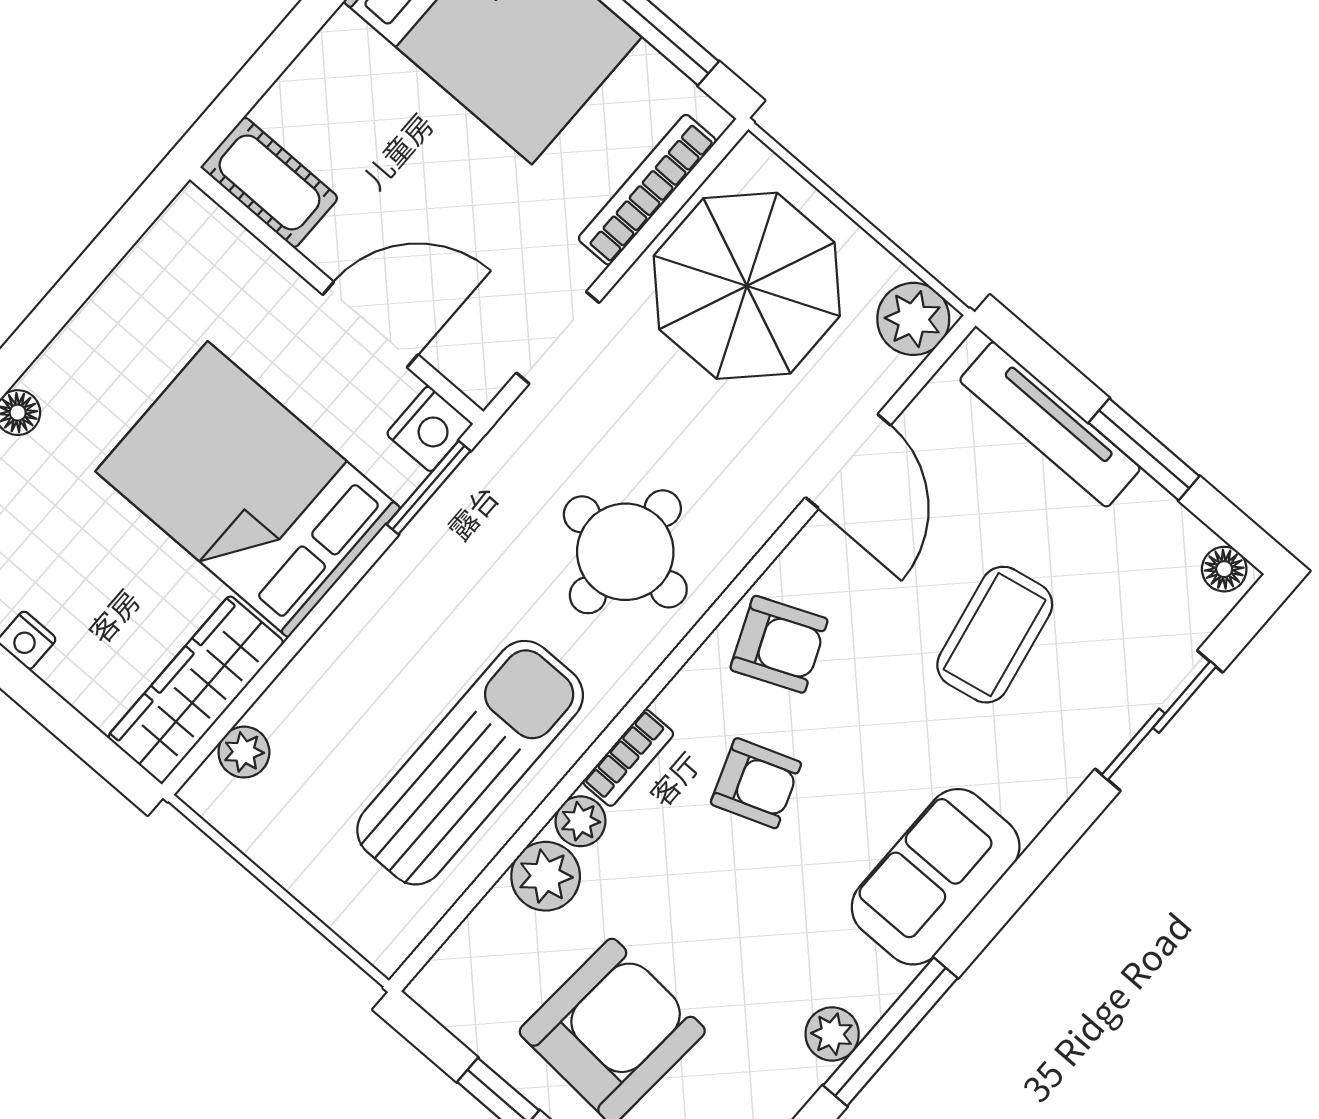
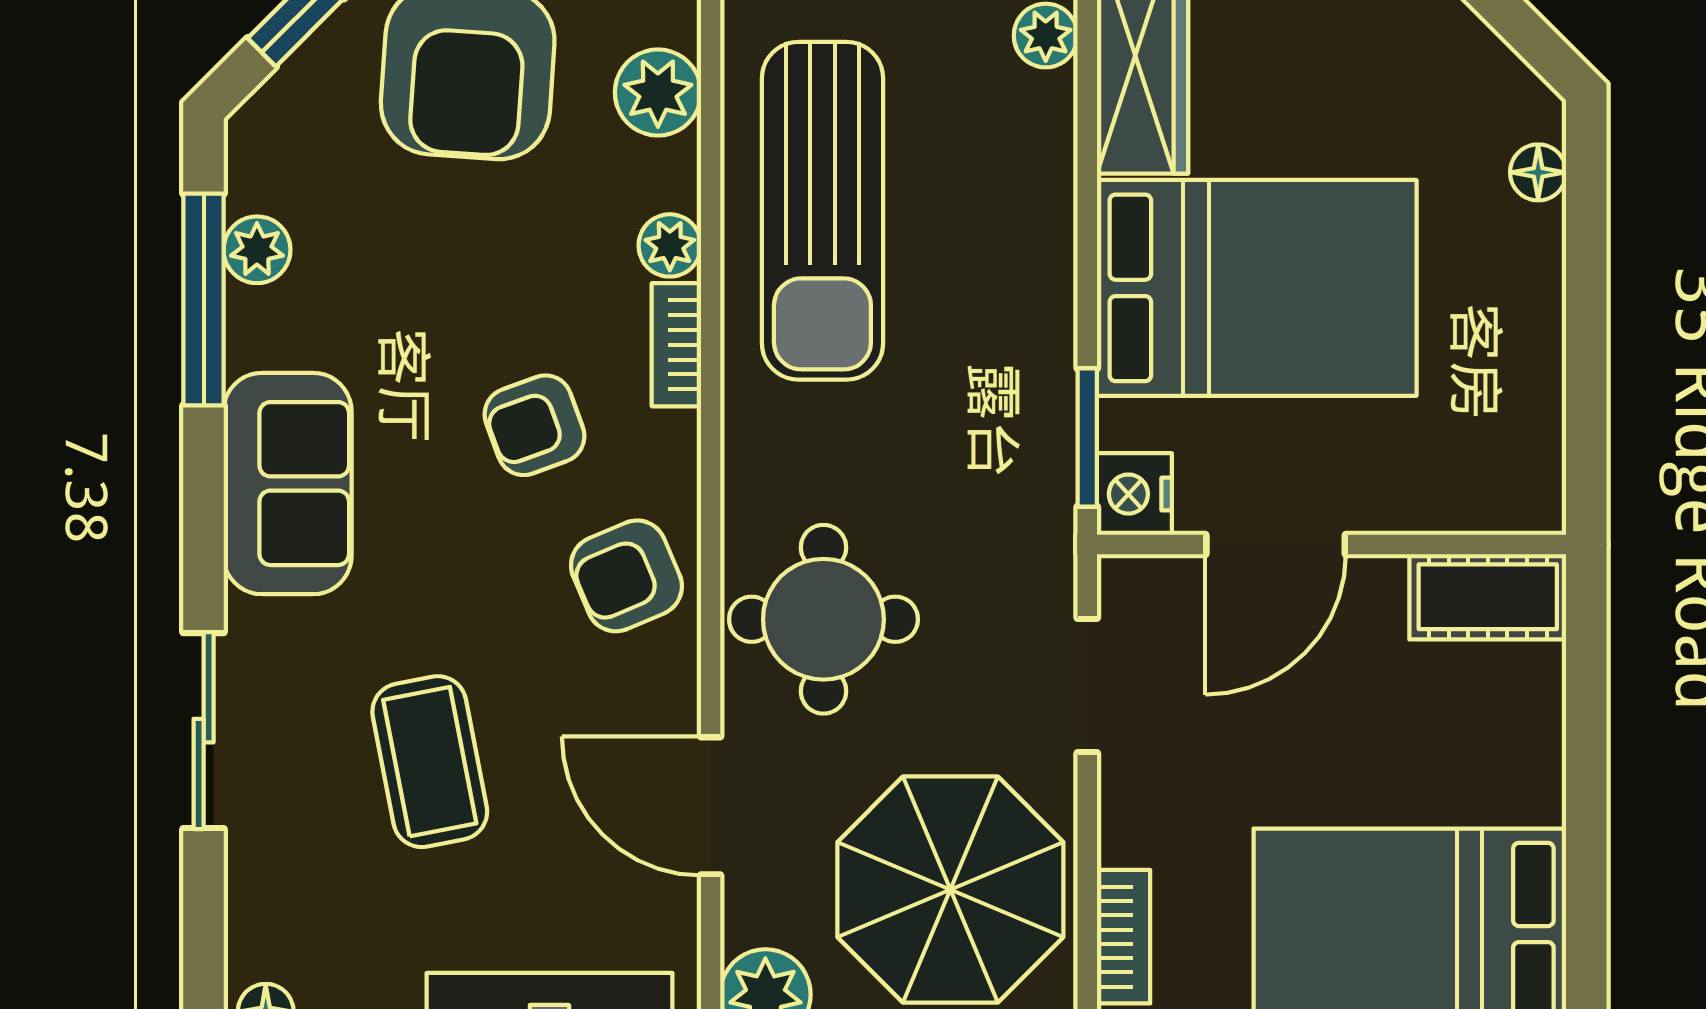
bookcase: (647, 190) -> (1123, 937), width x0.64
round table: (625, 552) -> (823, 619), moved
sliding door: (1159, 721) -> (204, 731), moved
plant: (546, 876) -> (658, 92), moved

